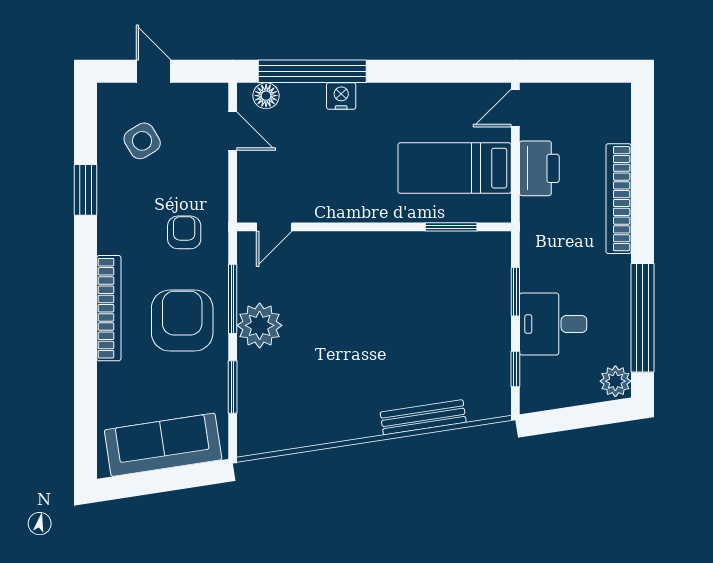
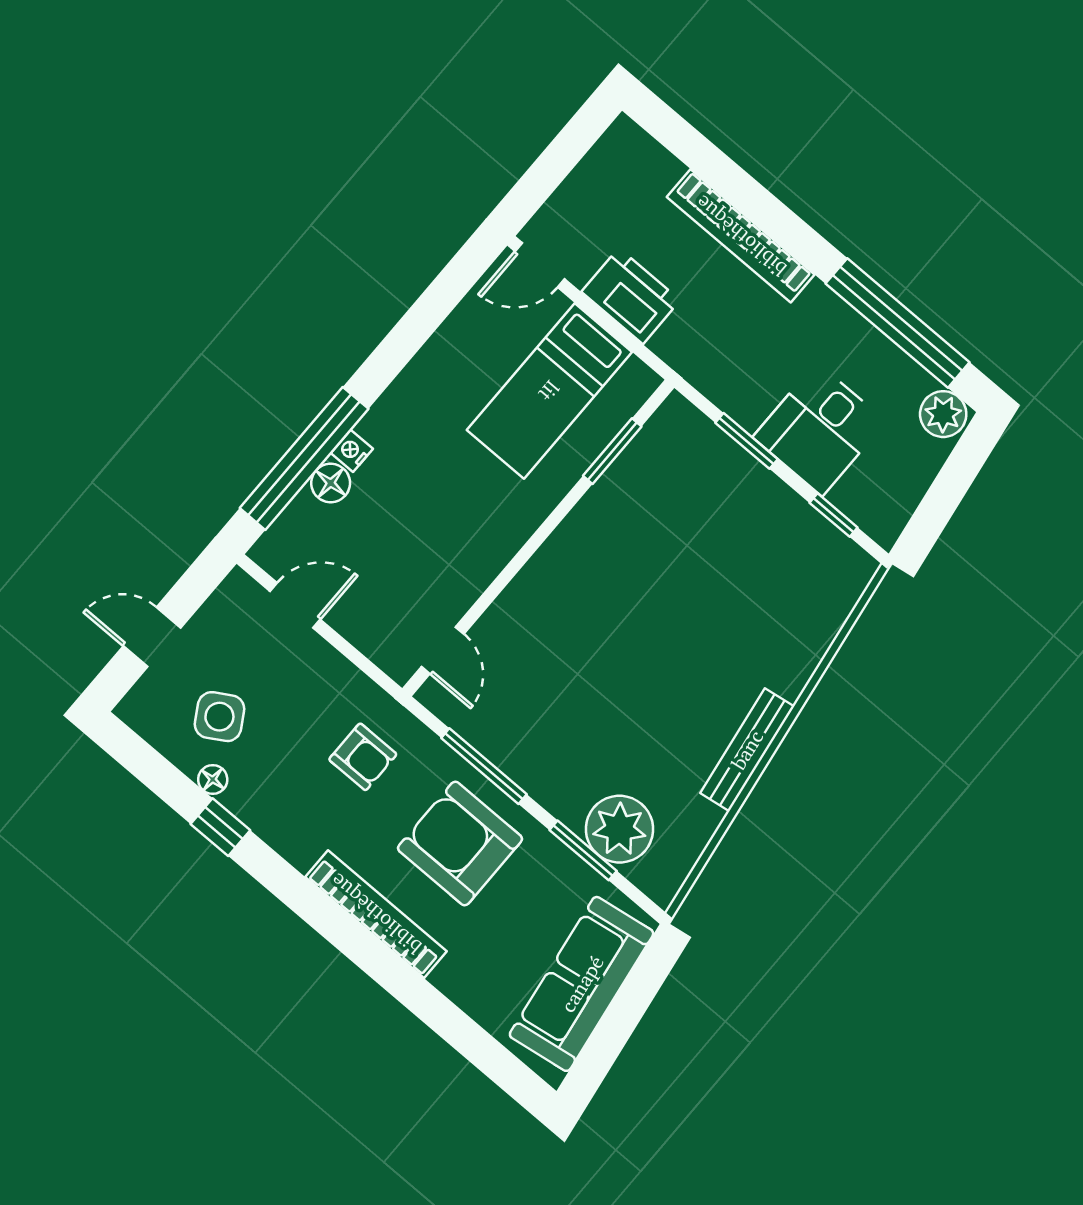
floor lamp: (266, 96) -> (331, 483), moved
nightstand: (341, 96) -> (352, 451), width x0.72, depth x0.74
door: (515, 108) -> (540, 265), hinge flipped
floor lamp: (107, 165) -> (213, 779), added
window: (85, 190) -> (220, 827), width x0.67
armchair: (184, 232) -> (363, 757), turned 180
plant: (260, 325) -> (619, 829), moved
bench: (423, 417) -> (747, 750), moved

